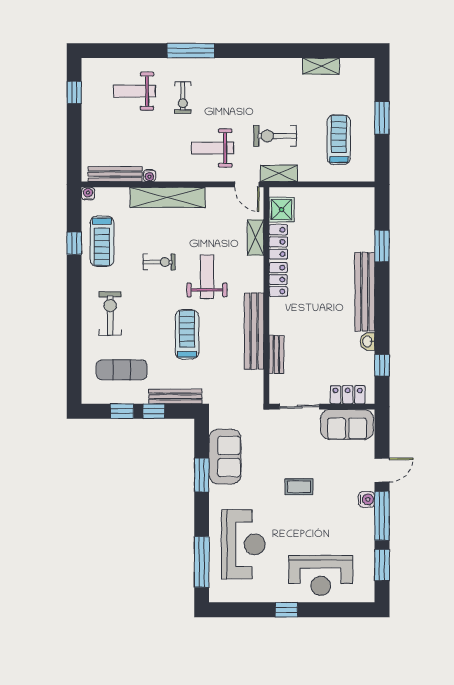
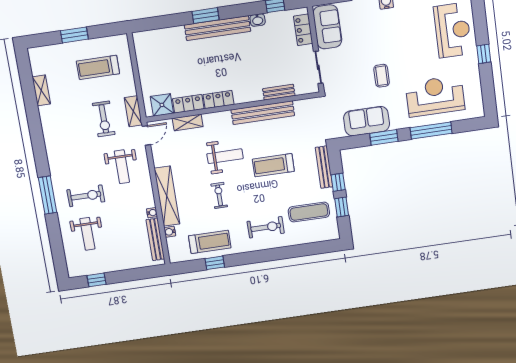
exercise bike: (183, 98) -> (86, 196), width x1.38, depth x1.39
water cooler: (88, 194) -> (170, 232), moved
window: (382, 246) -> (206, 16), moved
weight bench: (207, 277) -> (225, 156), turned 180
exercise bike: (110, 313) -> (266, 227), turned 180
exercise mat: (122, 370) -> (309, 212), turned 90
coffee table: (299, 487) -> (382, 76), moved
window: (202, 562) -> (431, 131), moved

